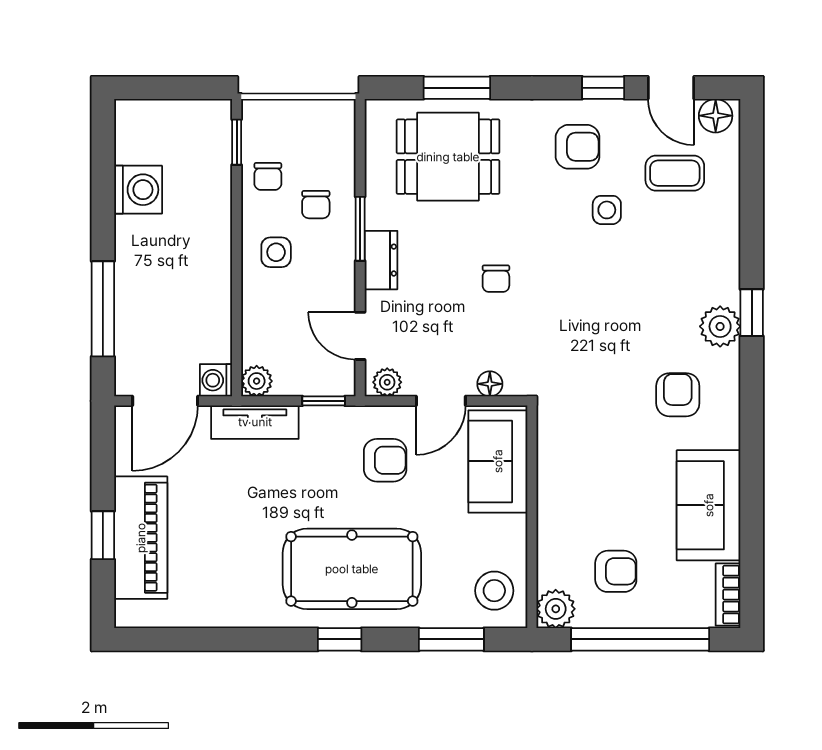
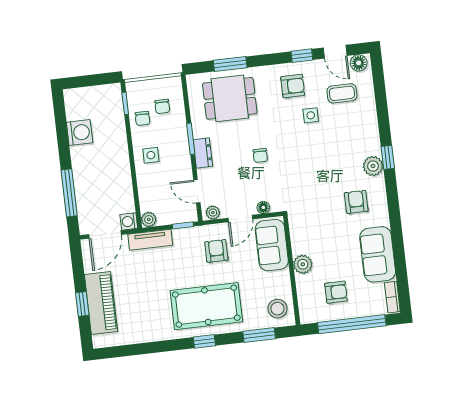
chair: (316, 205) -> (162, 106), moved
armchair: (385, 460) -> (216, 251), turned -90
plant: (556, 609) -> (303, 264), moved

